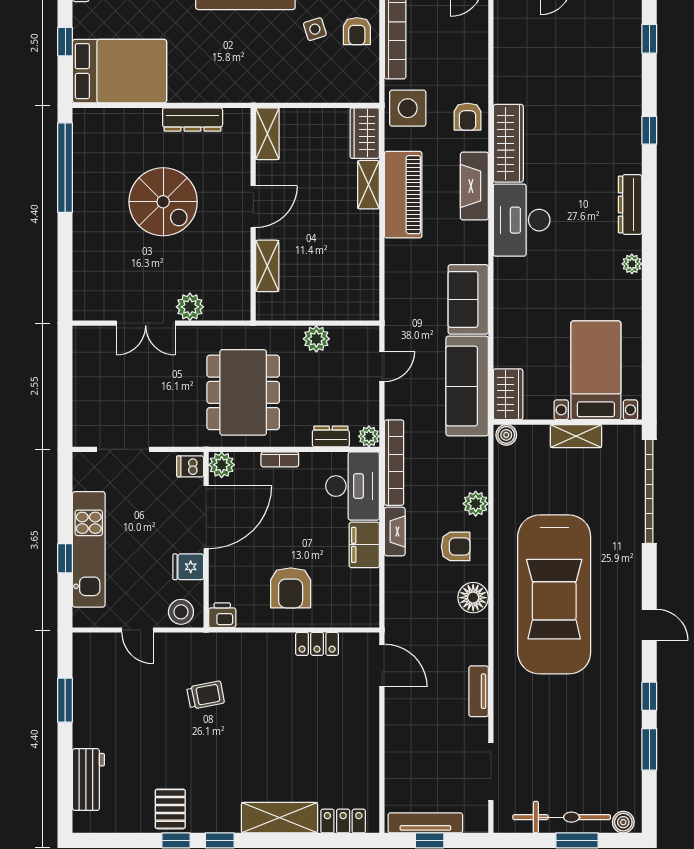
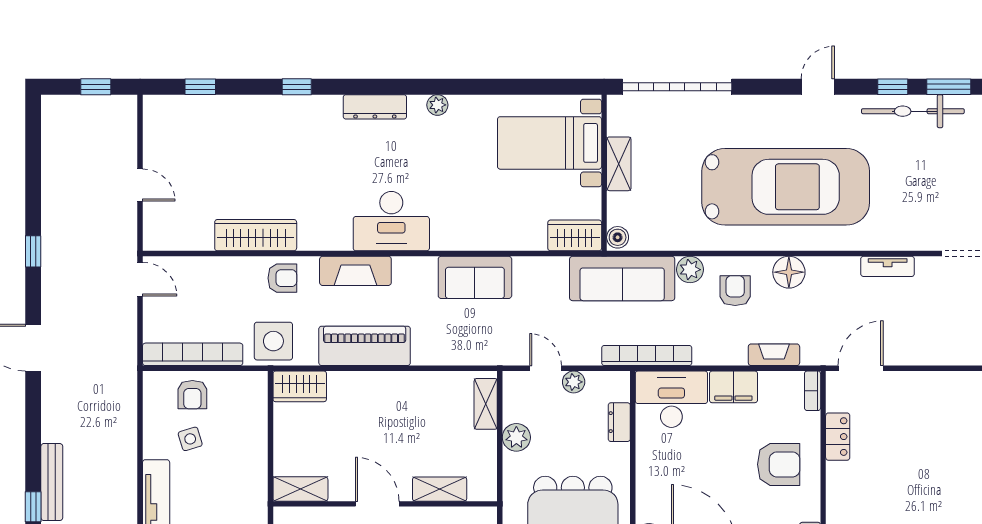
armchair: (357, 31) -> (192, 395), turned 90
wardrobe: (508, 143) -> (256, 235), moved
shelving: (369, 185) -> (486, 404), moved, turned 90
sofa: (467, 386) -> (622, 278), moved
plant: (369, 436) -> (574, 382), moved
bookcase: (280, 459) -> (813, 391), moved, turned 180
fireplace: (395, 532) -> (774, 355), moved
bicycle: (626, 715) -> (913, 111), added

